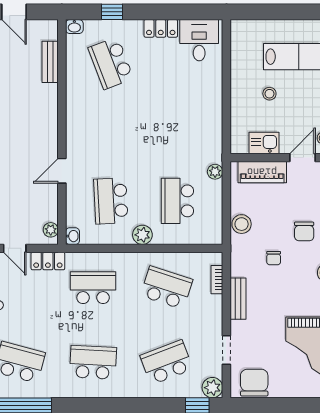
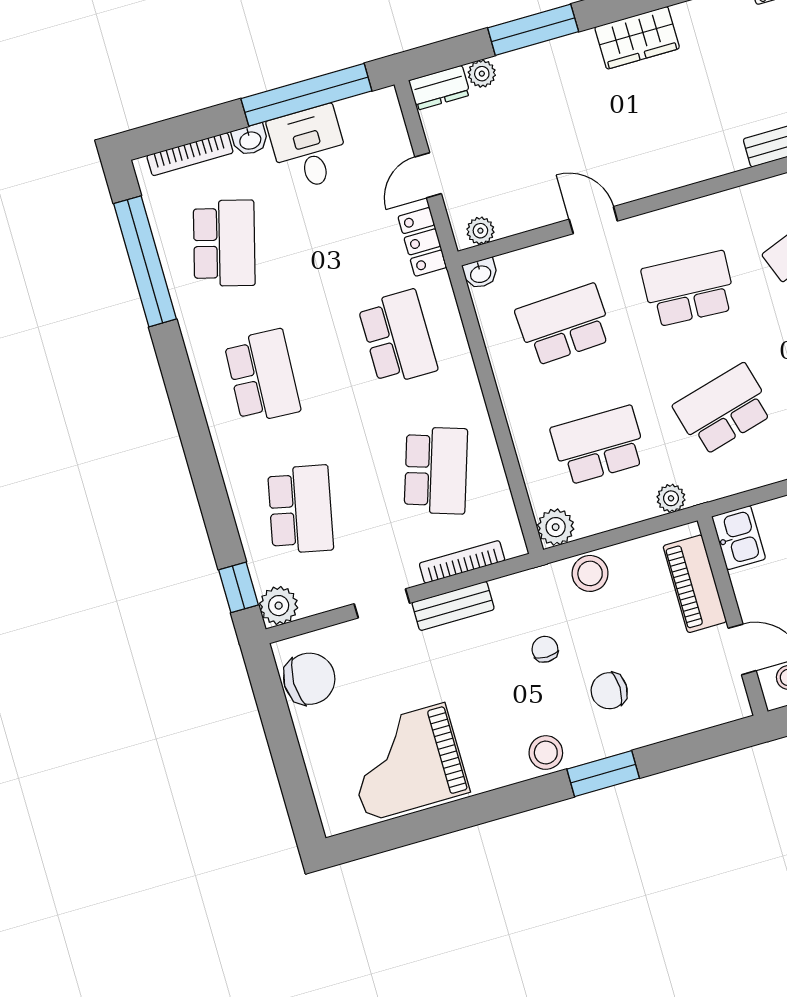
school desk: (111, 132) -> (689, 289), added
school desk: (177, 132) -> (723, 409), added
kitchen sink: (264, 143) -> (739, 538), moved
plant: (142, 235) -> (556, 527), moved
chair: (274, 258) -> (545, 649), turned 90
bookcase: (217, 280) -> (462, 562), width x1.56
doorway: (226, 350) -> (382, 603), moved
school desk: (166, 362) -> (301, 509), turned 33

